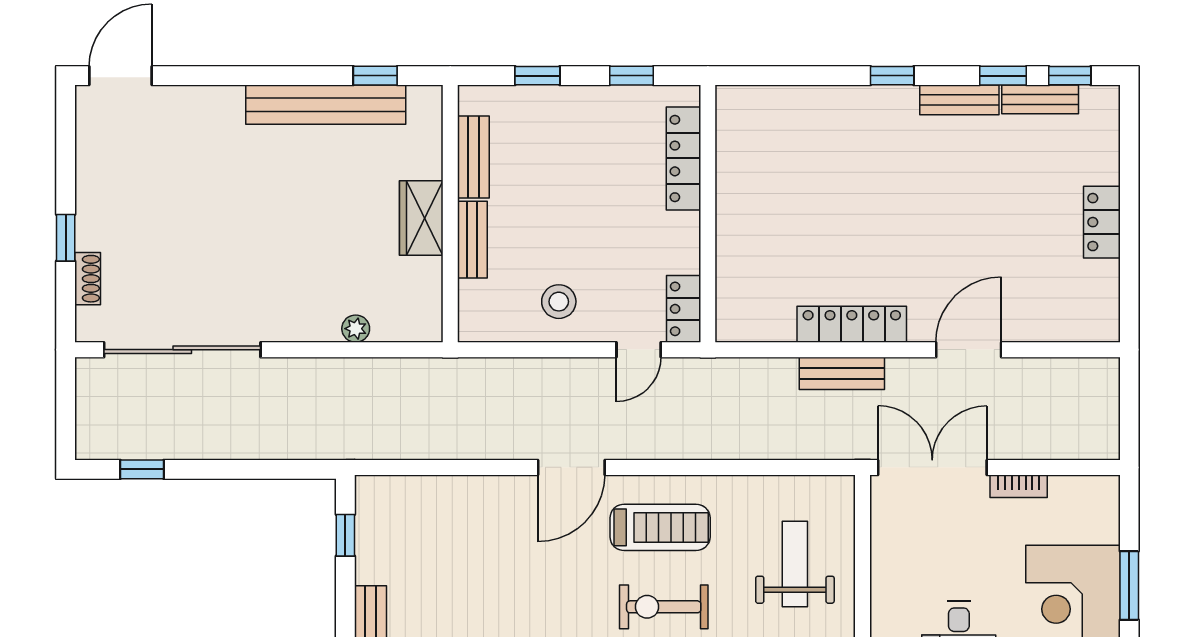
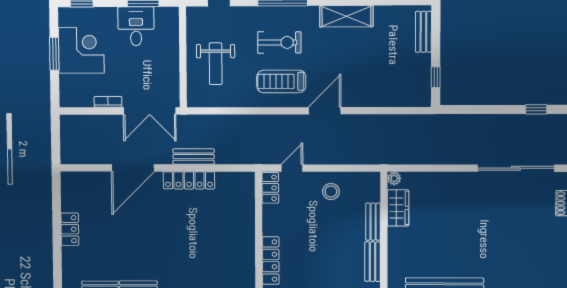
wardrobe: (421, 218) -> (398, 208), moved
plant: (356, 329) -> (394, 178), moved
door: (969, 350) -> (133, 168), width x1.36

